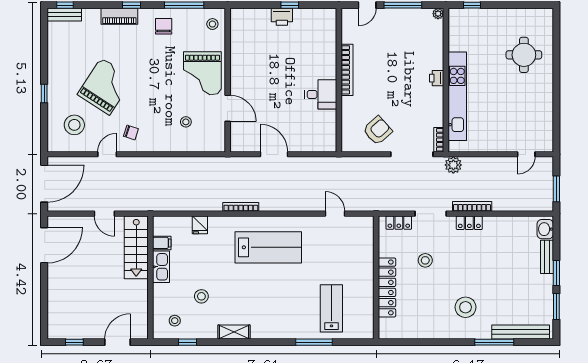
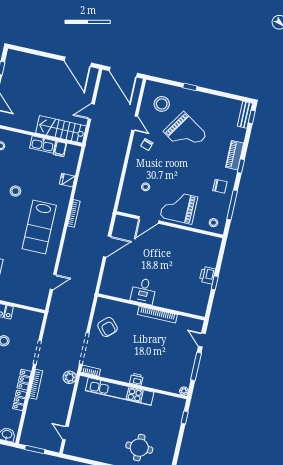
locker: (399, 223) -> (20, 400), moved
stool: (201, 296) -> (15, 191), moved

